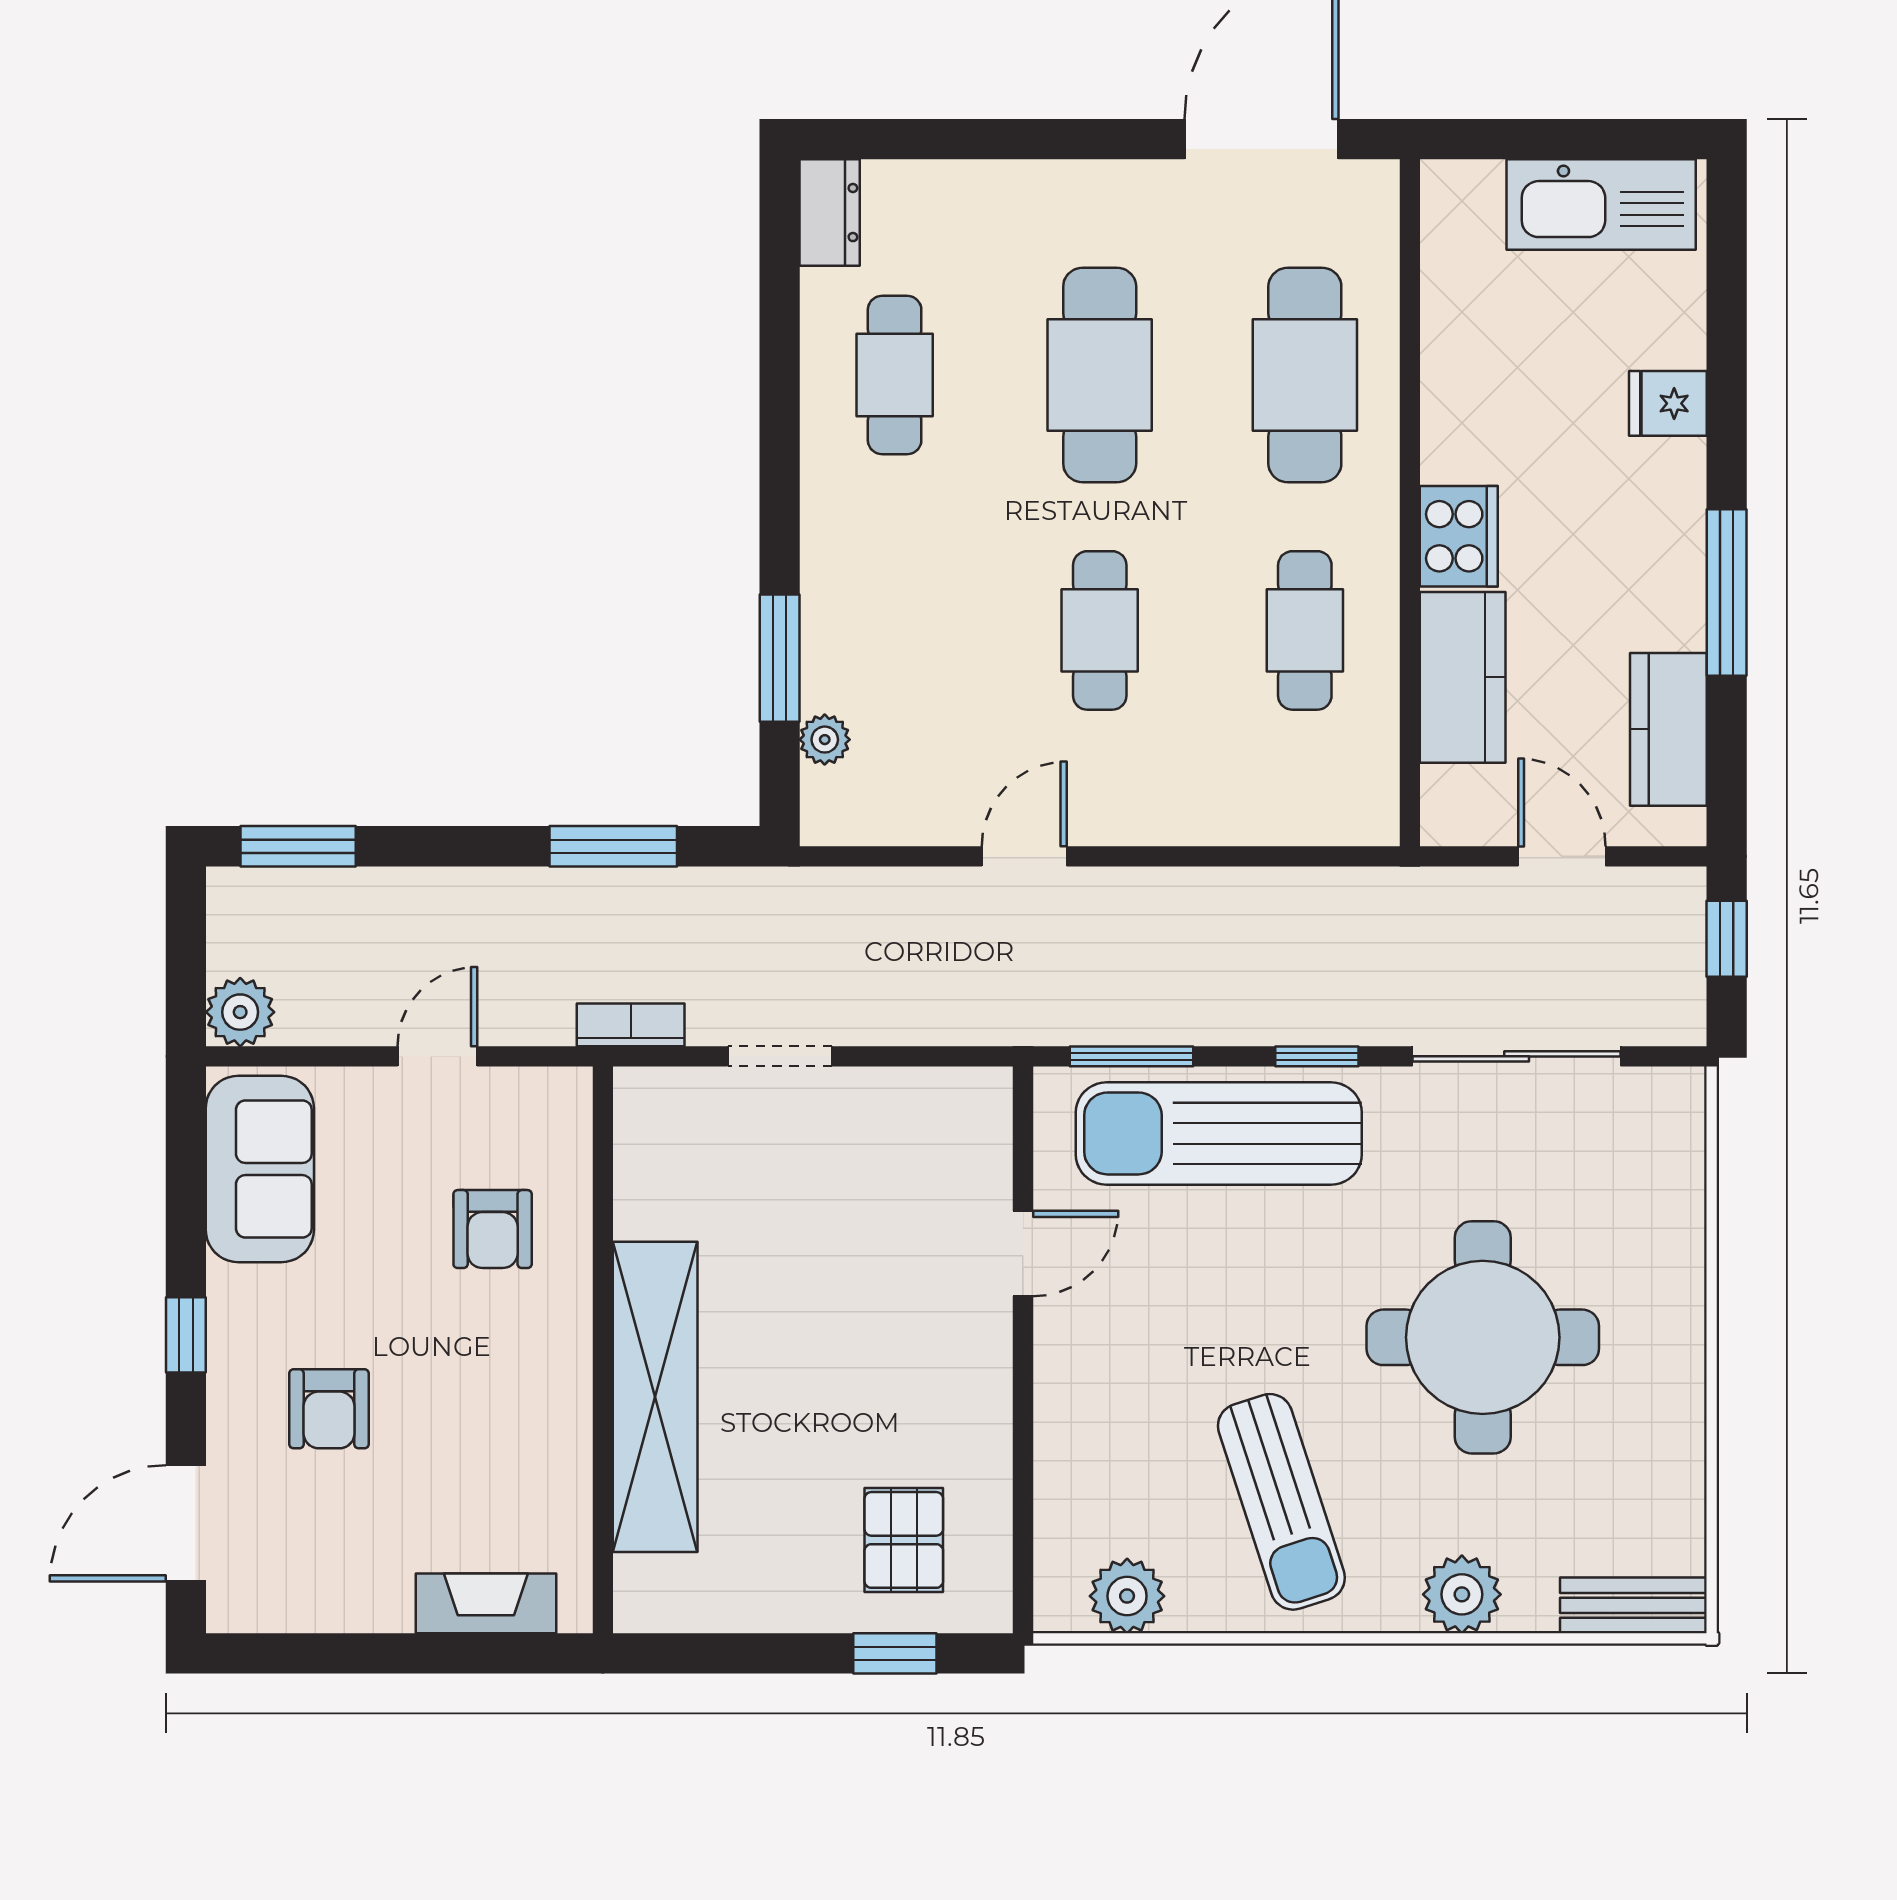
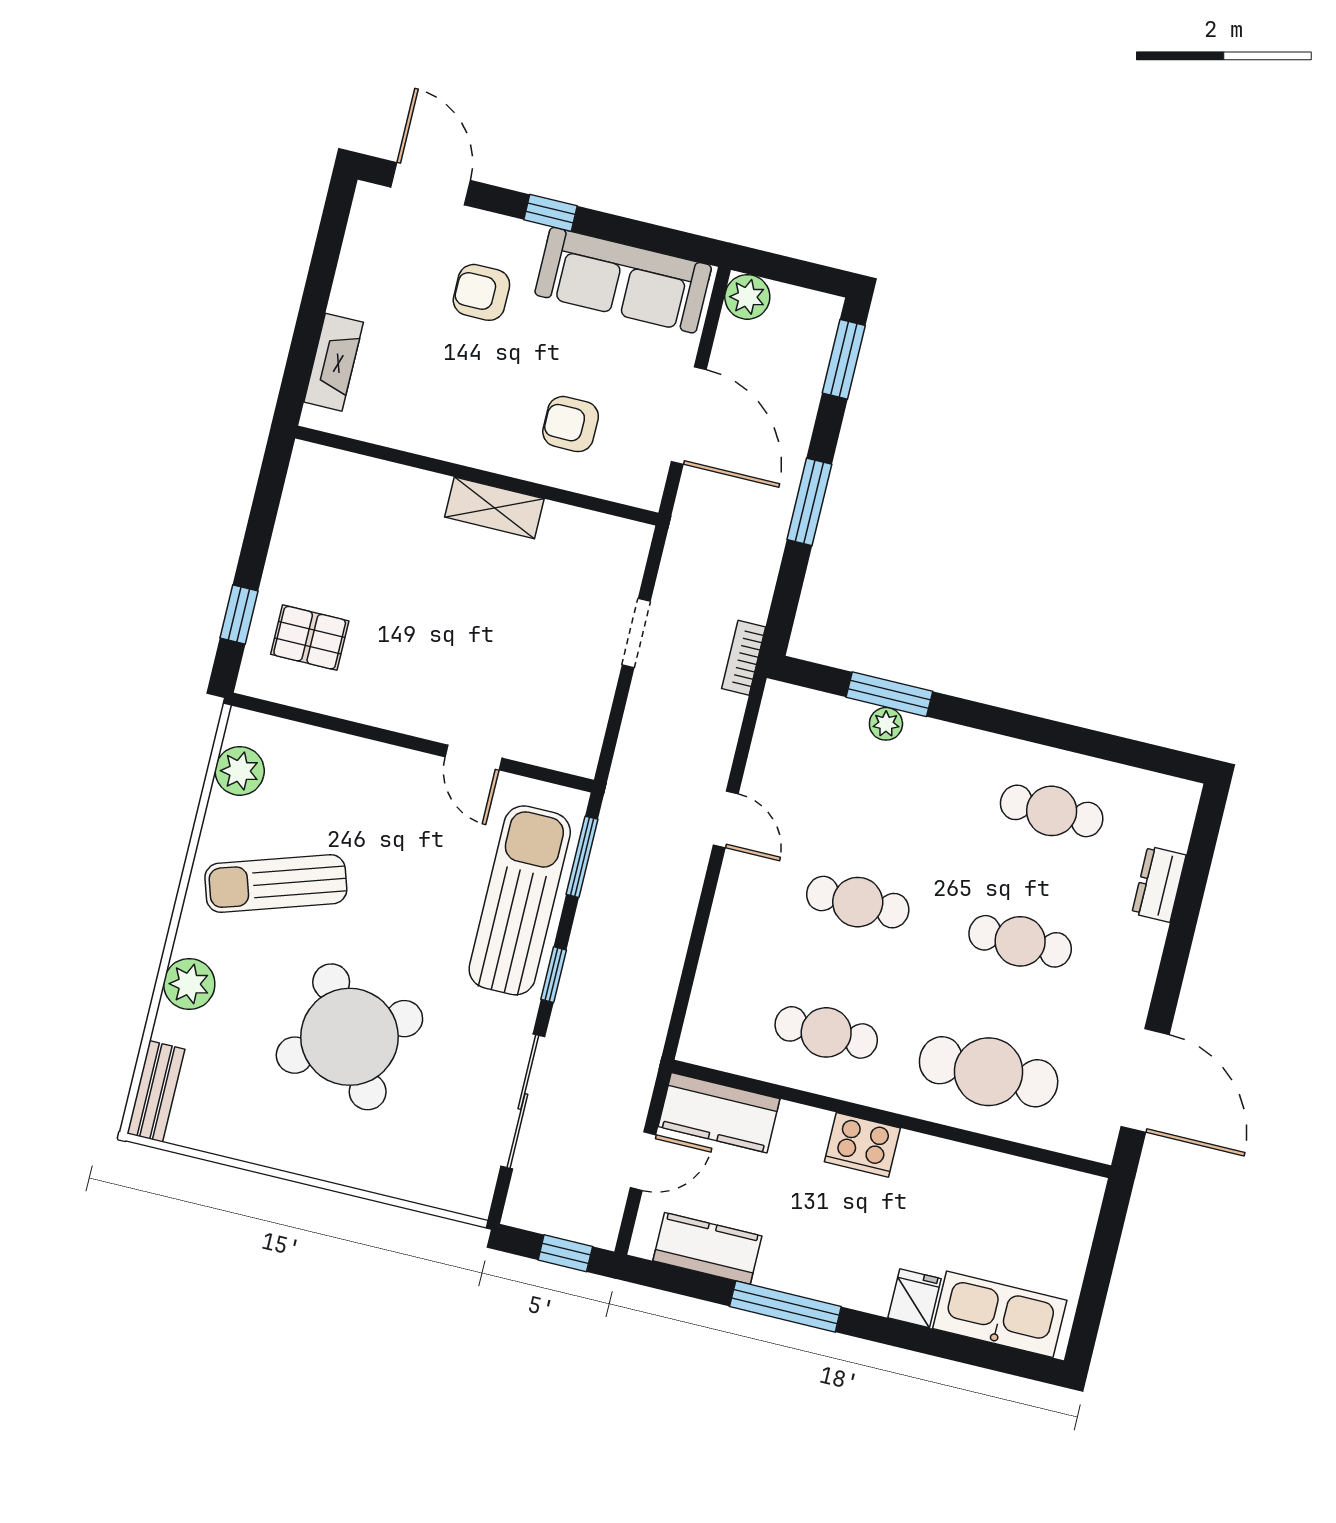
kitchen sink: (1601, 205) -> (1000, 1314), moved, turned 90
dresser: (830, 213) -> (1159, 884), moved, turned 90
cafe table: (1100, 375) -> (1020, 941), width x0.73, depth x0.74
kitchen counter: (1463, 677) -> (719, 1113), moved
plant: (825, 740) -> (886, 724), moved
window: (613, 846) -> (809, 502), moved
bookcase: (631, 1025) -> (744, 658), moved, turned 180
door: (437, 1056) -> (689, 415), width x1.88
sofa: (260, 1169) -> (623, 280), width x1.36
round table: (1483, 1337) -> (349, 1037), turned -32
shelving: (655, 1397) -> (494, 508), width x0.45, depth x0.75

